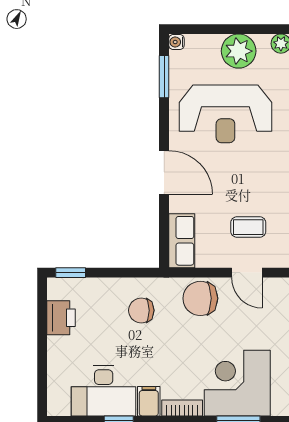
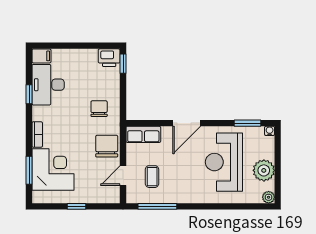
printer: (61, 318) -> (109, 58), moved
filing cabinet: (149, 401) -> (41, 56), moved

